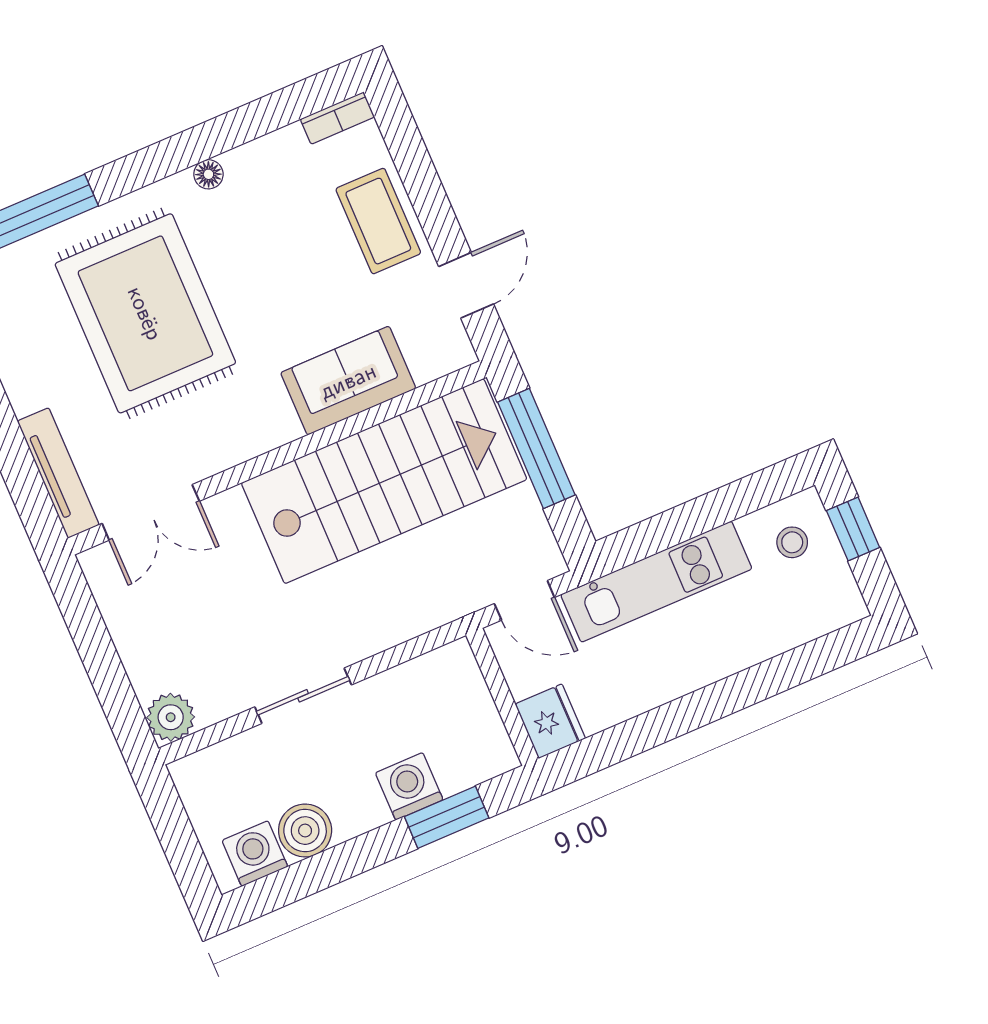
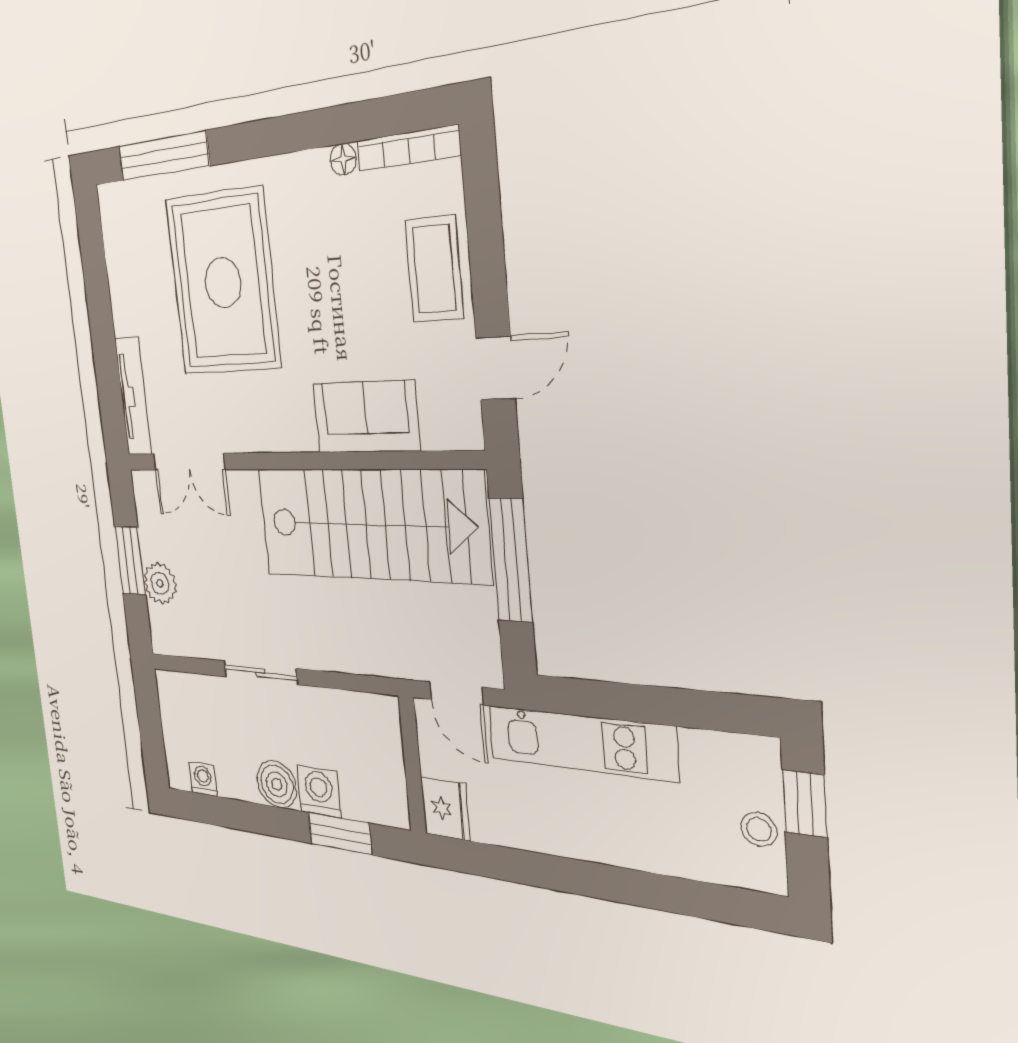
bookcase: (337, 118) -> (408, 148), width x1.56
floor lamp: (208, 174) -> (343, 159), moved
stool: (792, 542) -> (759, 829), moved
window: (100, 657) -> (130, 561), added
plant: (171, 717) -> (160, 583), moved
boiler: (305, 831) -> (277, 784), moved
washing machine: (255, 854) -> (203, 779), width x0.73, depth x0.73

